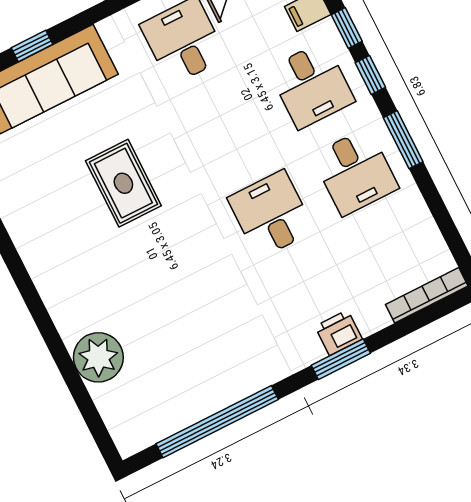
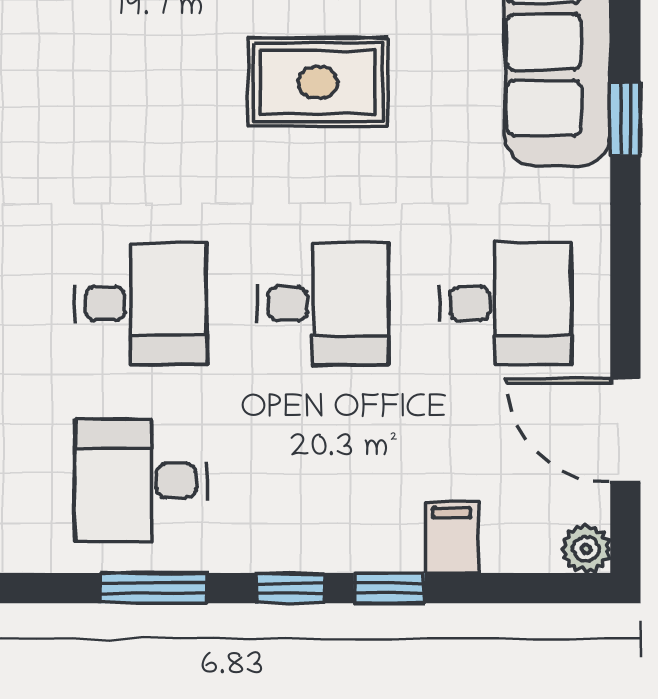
window: (32, 46) -> (625, 118), moved
desk: (311, 85) -> (323, 304), moved, turned 180

